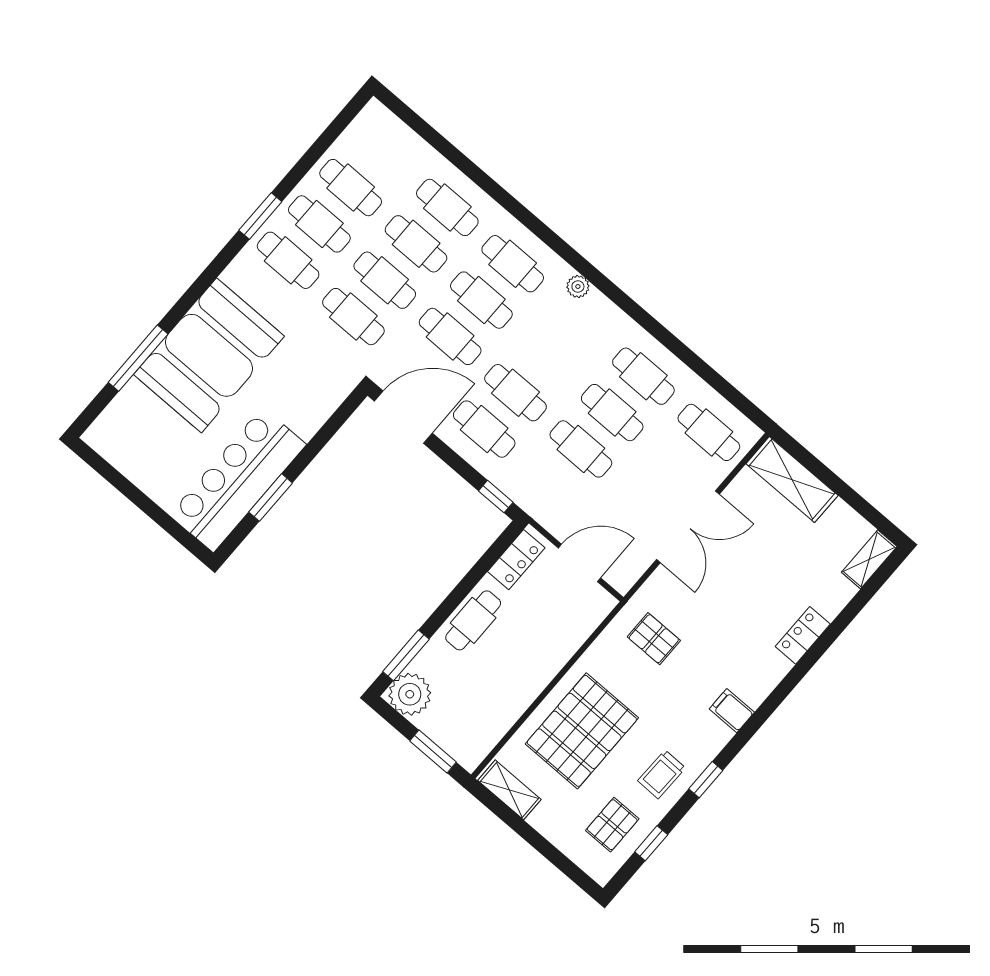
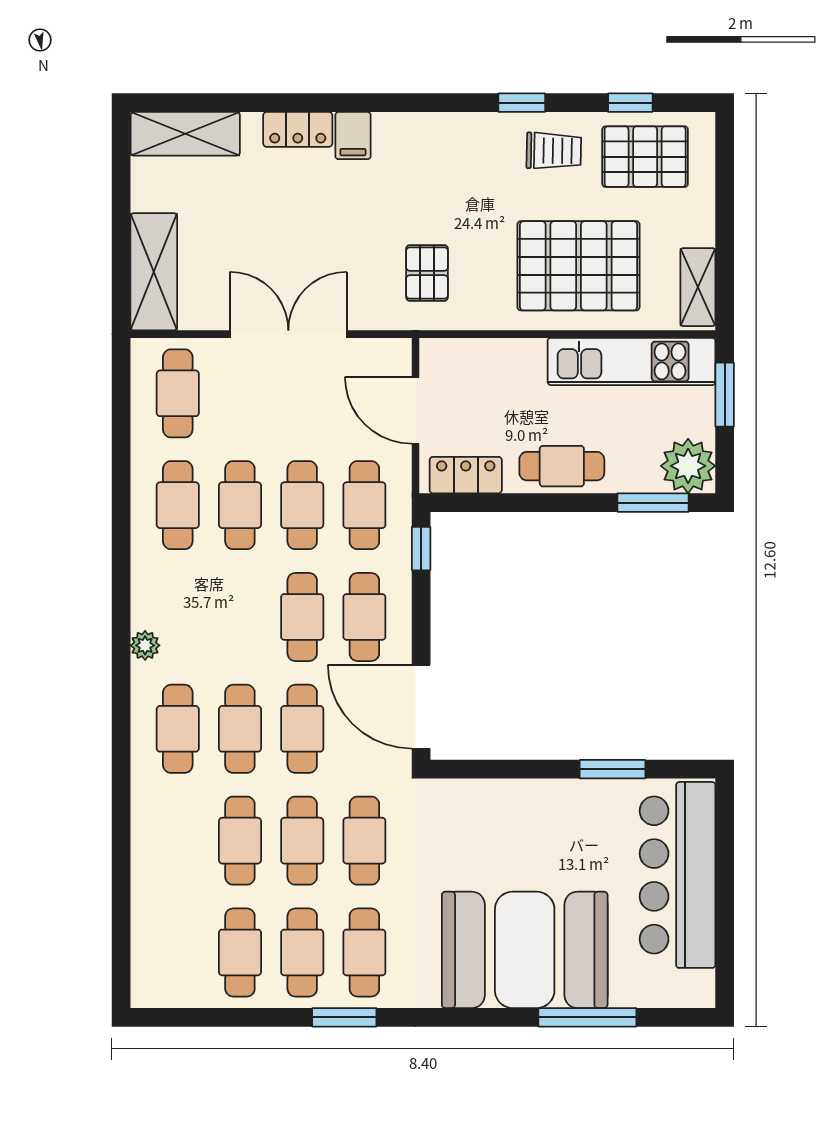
cafe table: (447, 207) -> (364, 505), moved
bar counter: (238, 480) -> (678, 875), moved, turned 90
shelving: (869, 559) -> (185, 134), width x1.50, depth x1.33
filing cabinet: (732, 711) -> (353, 136), moved
kitchen unit: (499, 714) -> (631, 361), added
pallet: (612, 825) -> (645, 157), width x1.50, depth x1.42

